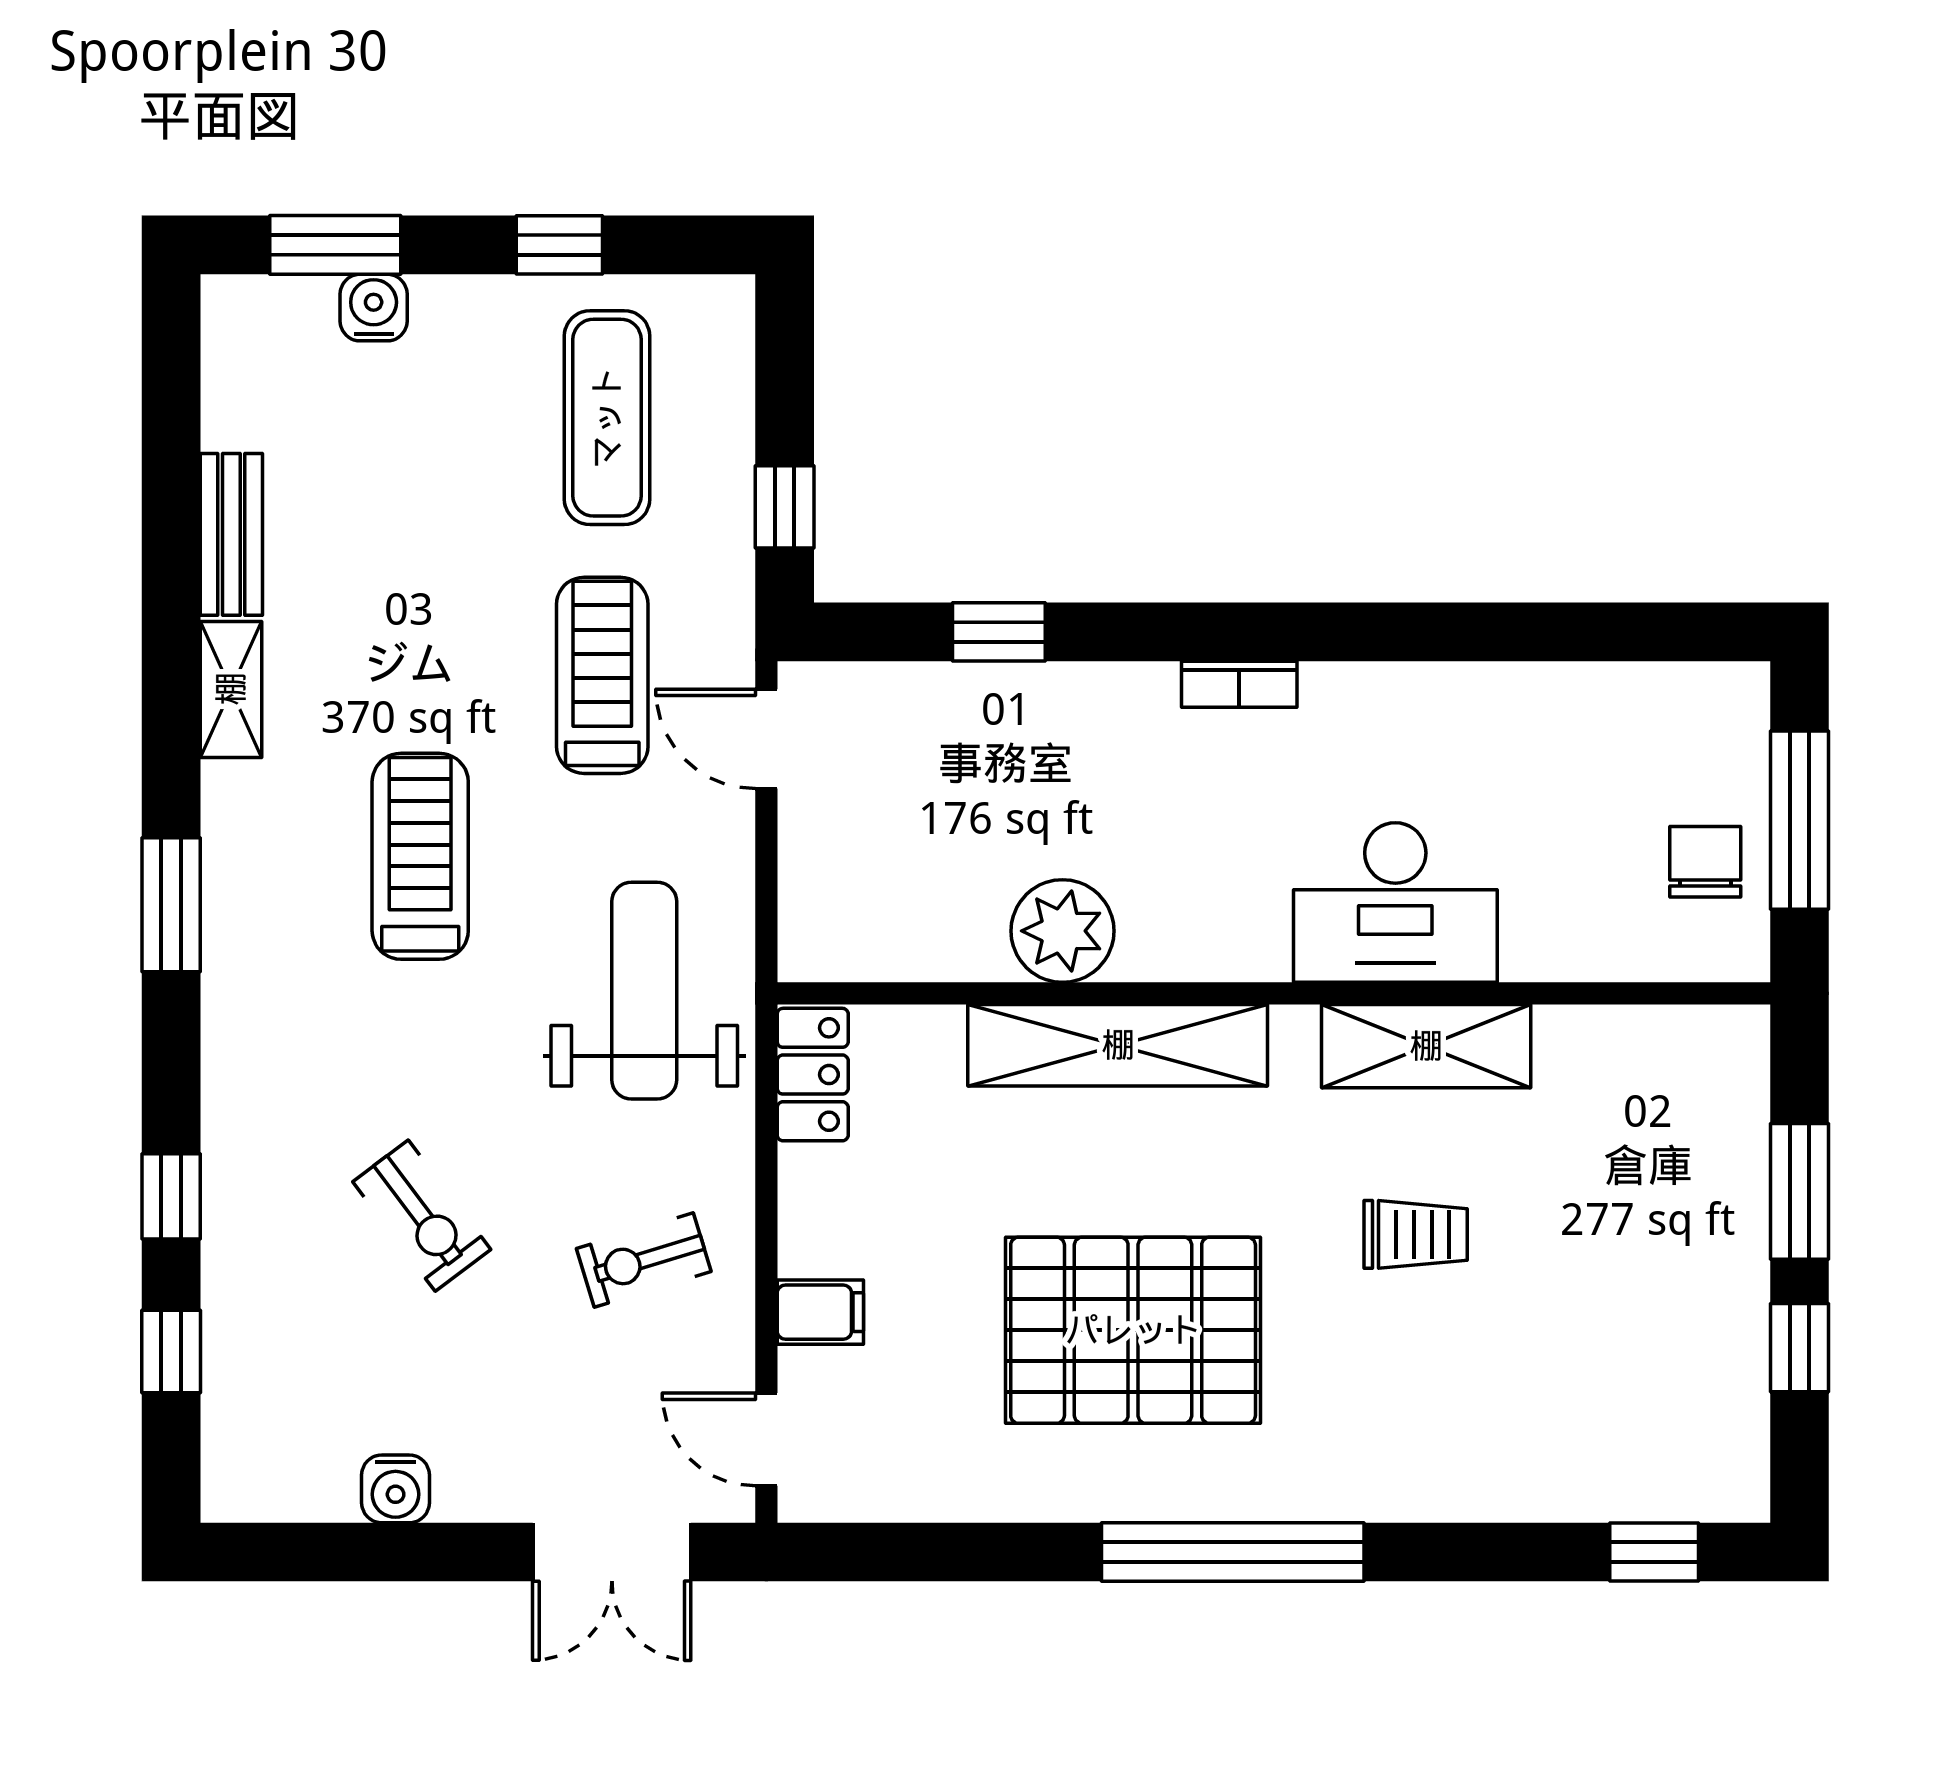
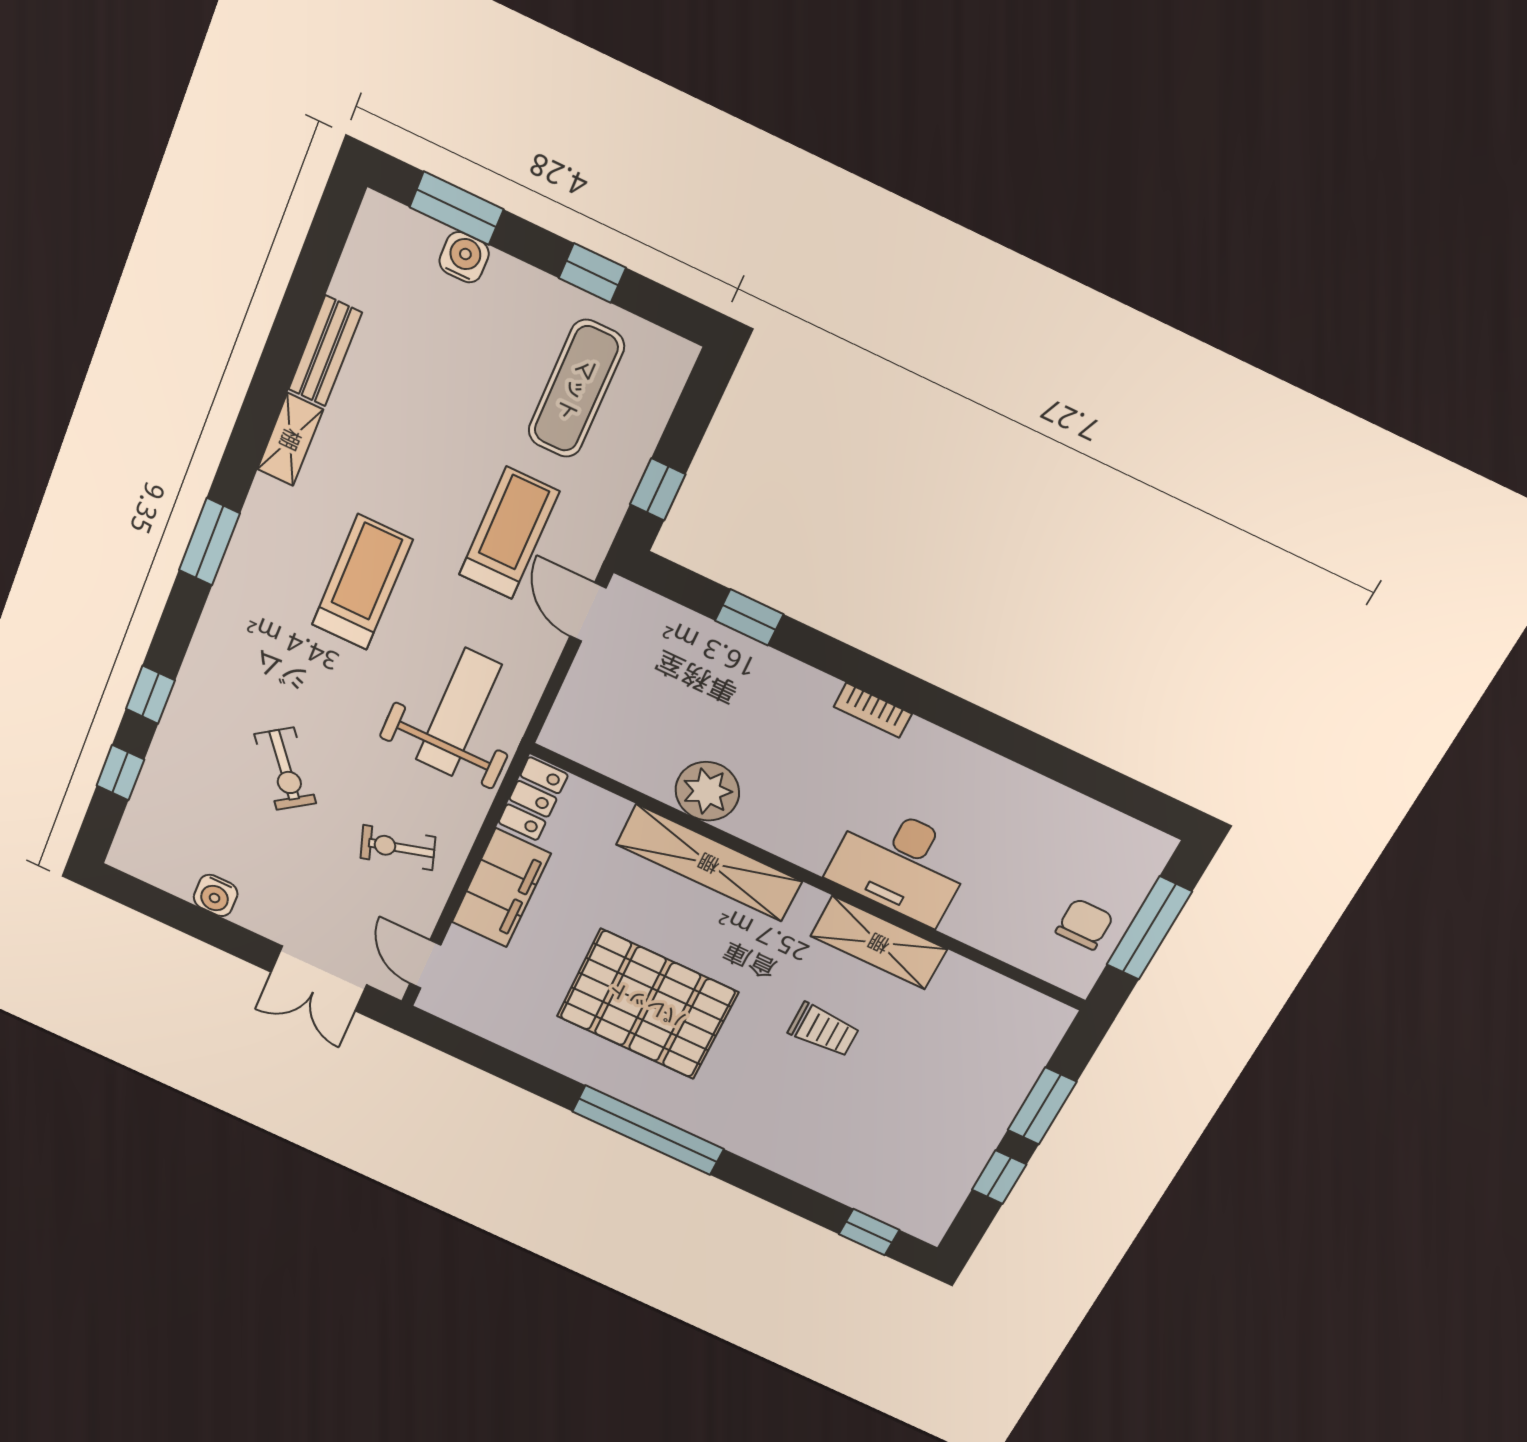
filing cabinet: (820, 1312) -> (501, 888), width x3.00, depth x1.17

